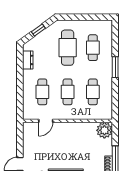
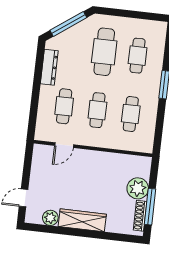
window: (38, 30) -> (68, 24), width x2.17
dresser: (28, 60) -> (49, 67), width x1.44
plant: (104, 130) -> (138, 188), moved

